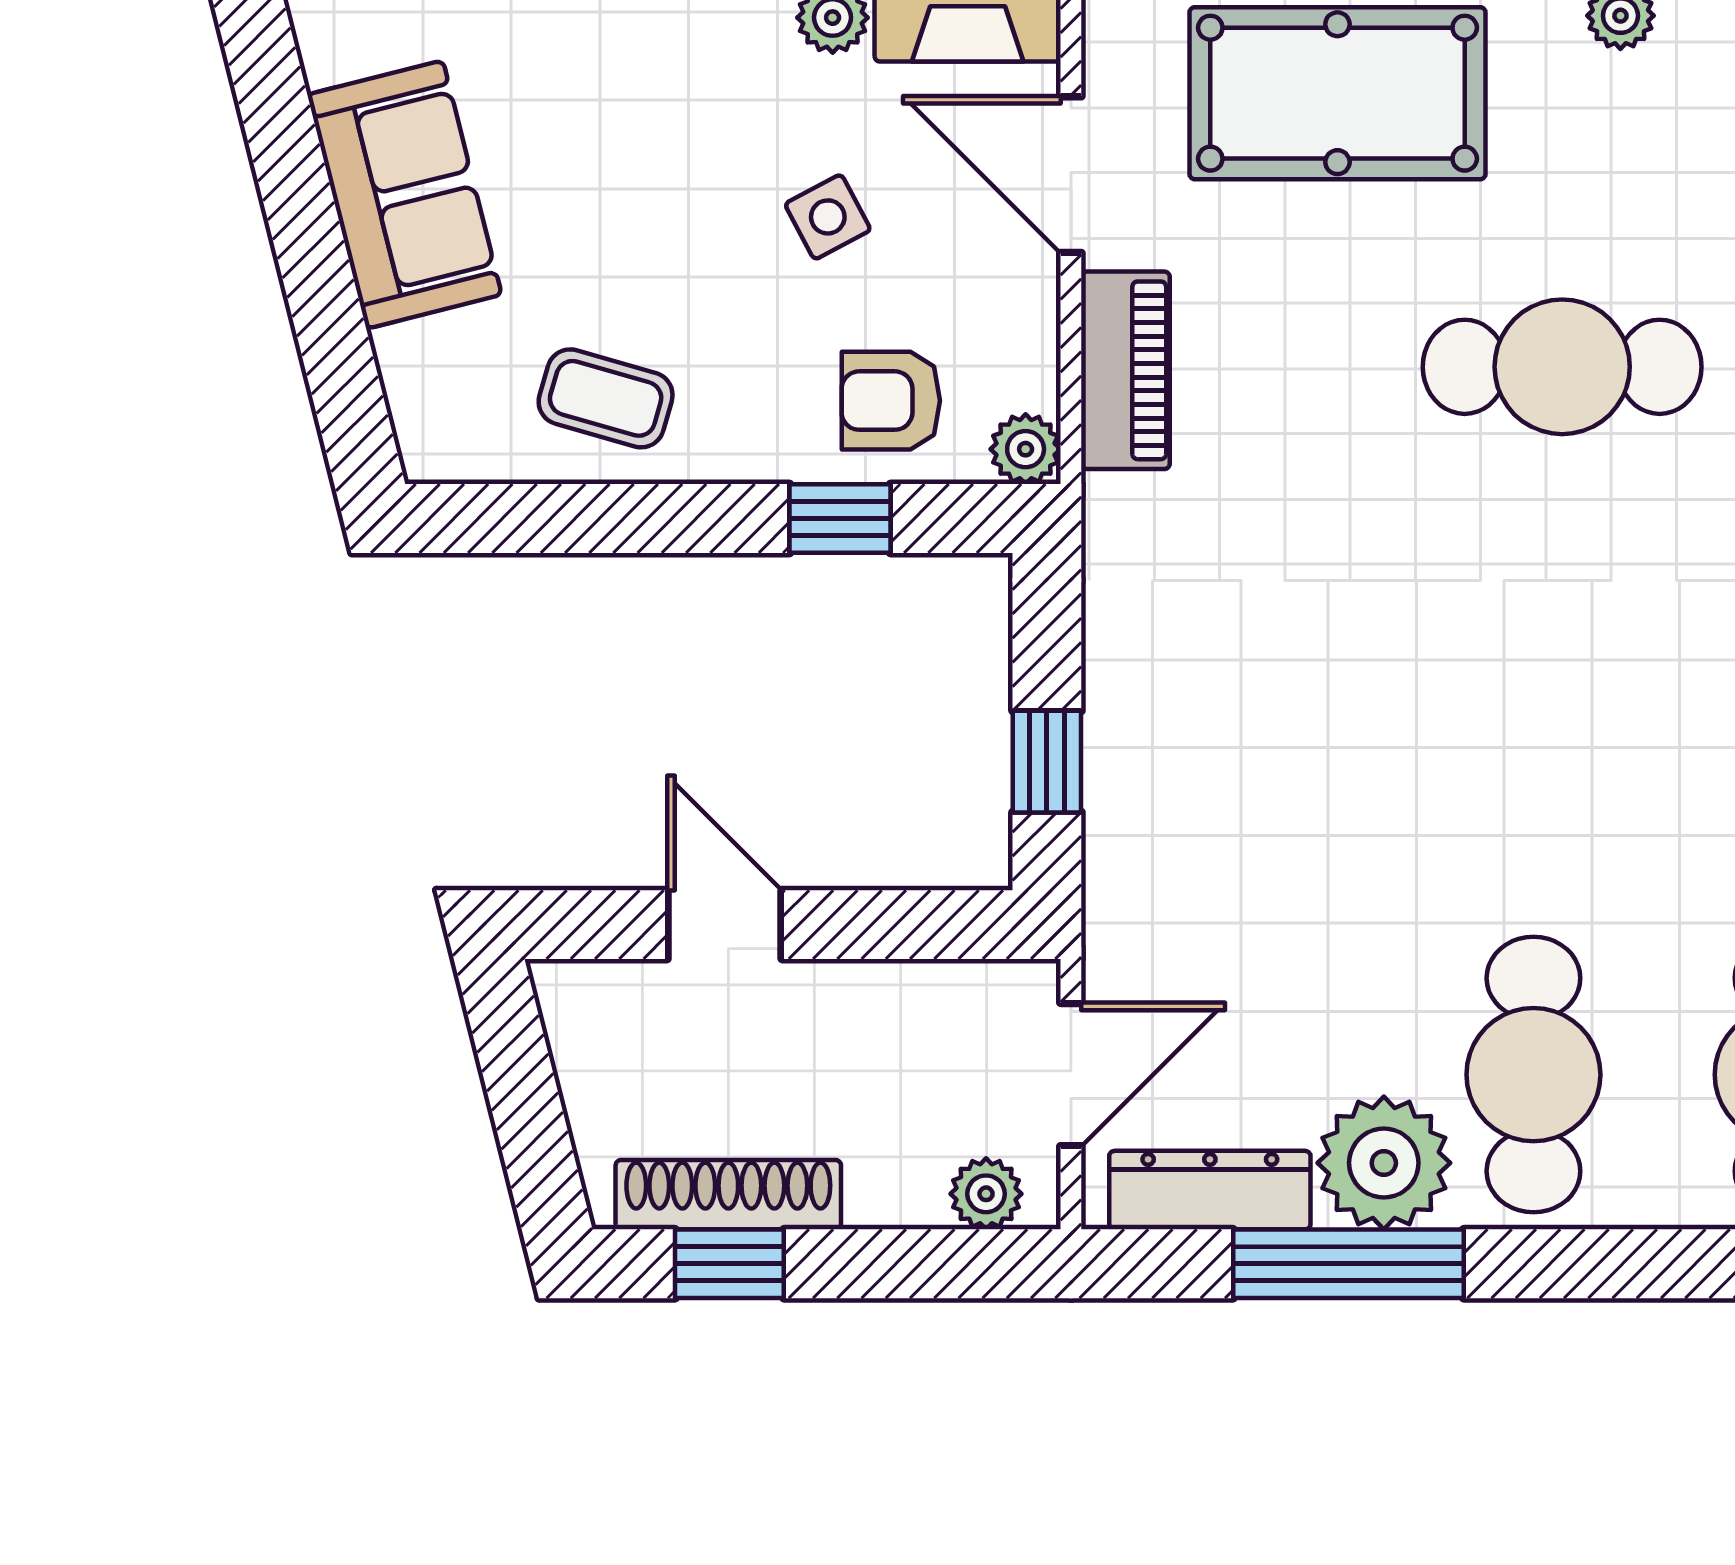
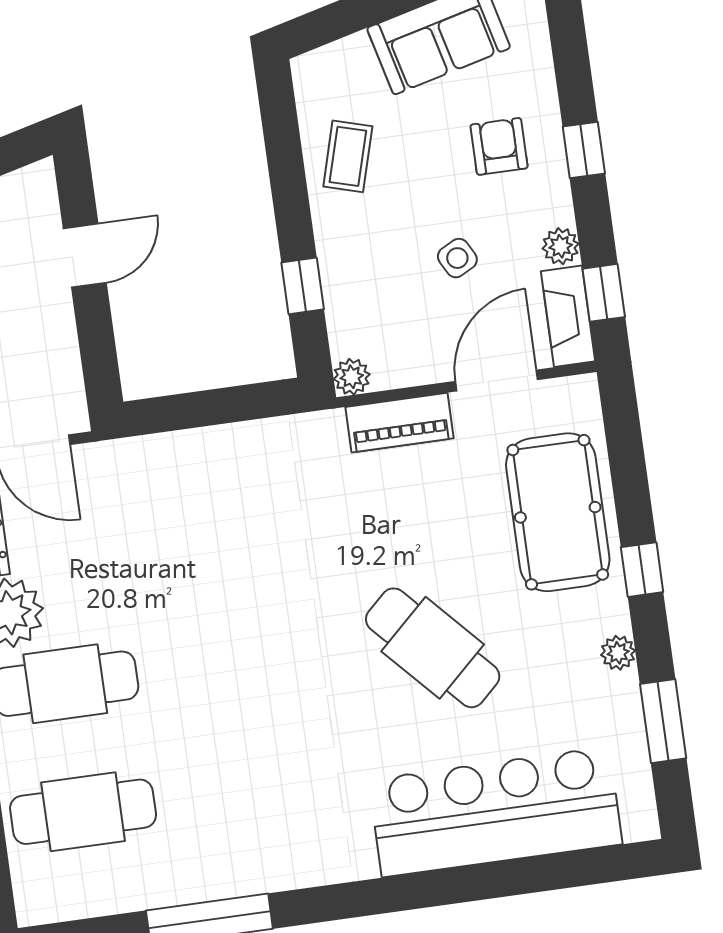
cafe table: (1562, 367) -> (433, 648), turned -43
armchair: (891, 401) -> (499, 146), moved
window: (1047, 762) -> (192, 410), removed

